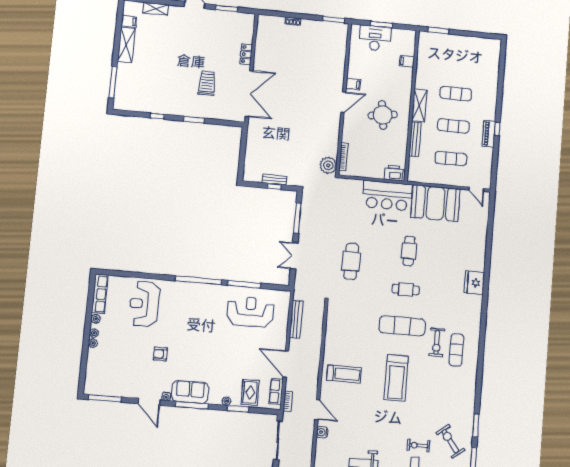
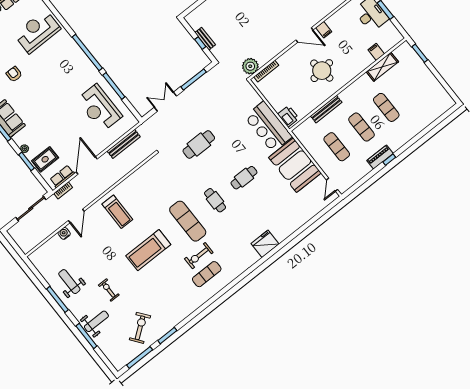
shelving: (419, 105) -> (382, 67), moved
reception desk: (250, 312) -> (99, 108), turned 180
exercise bike: (418, 446) -> (109, 290), moved

